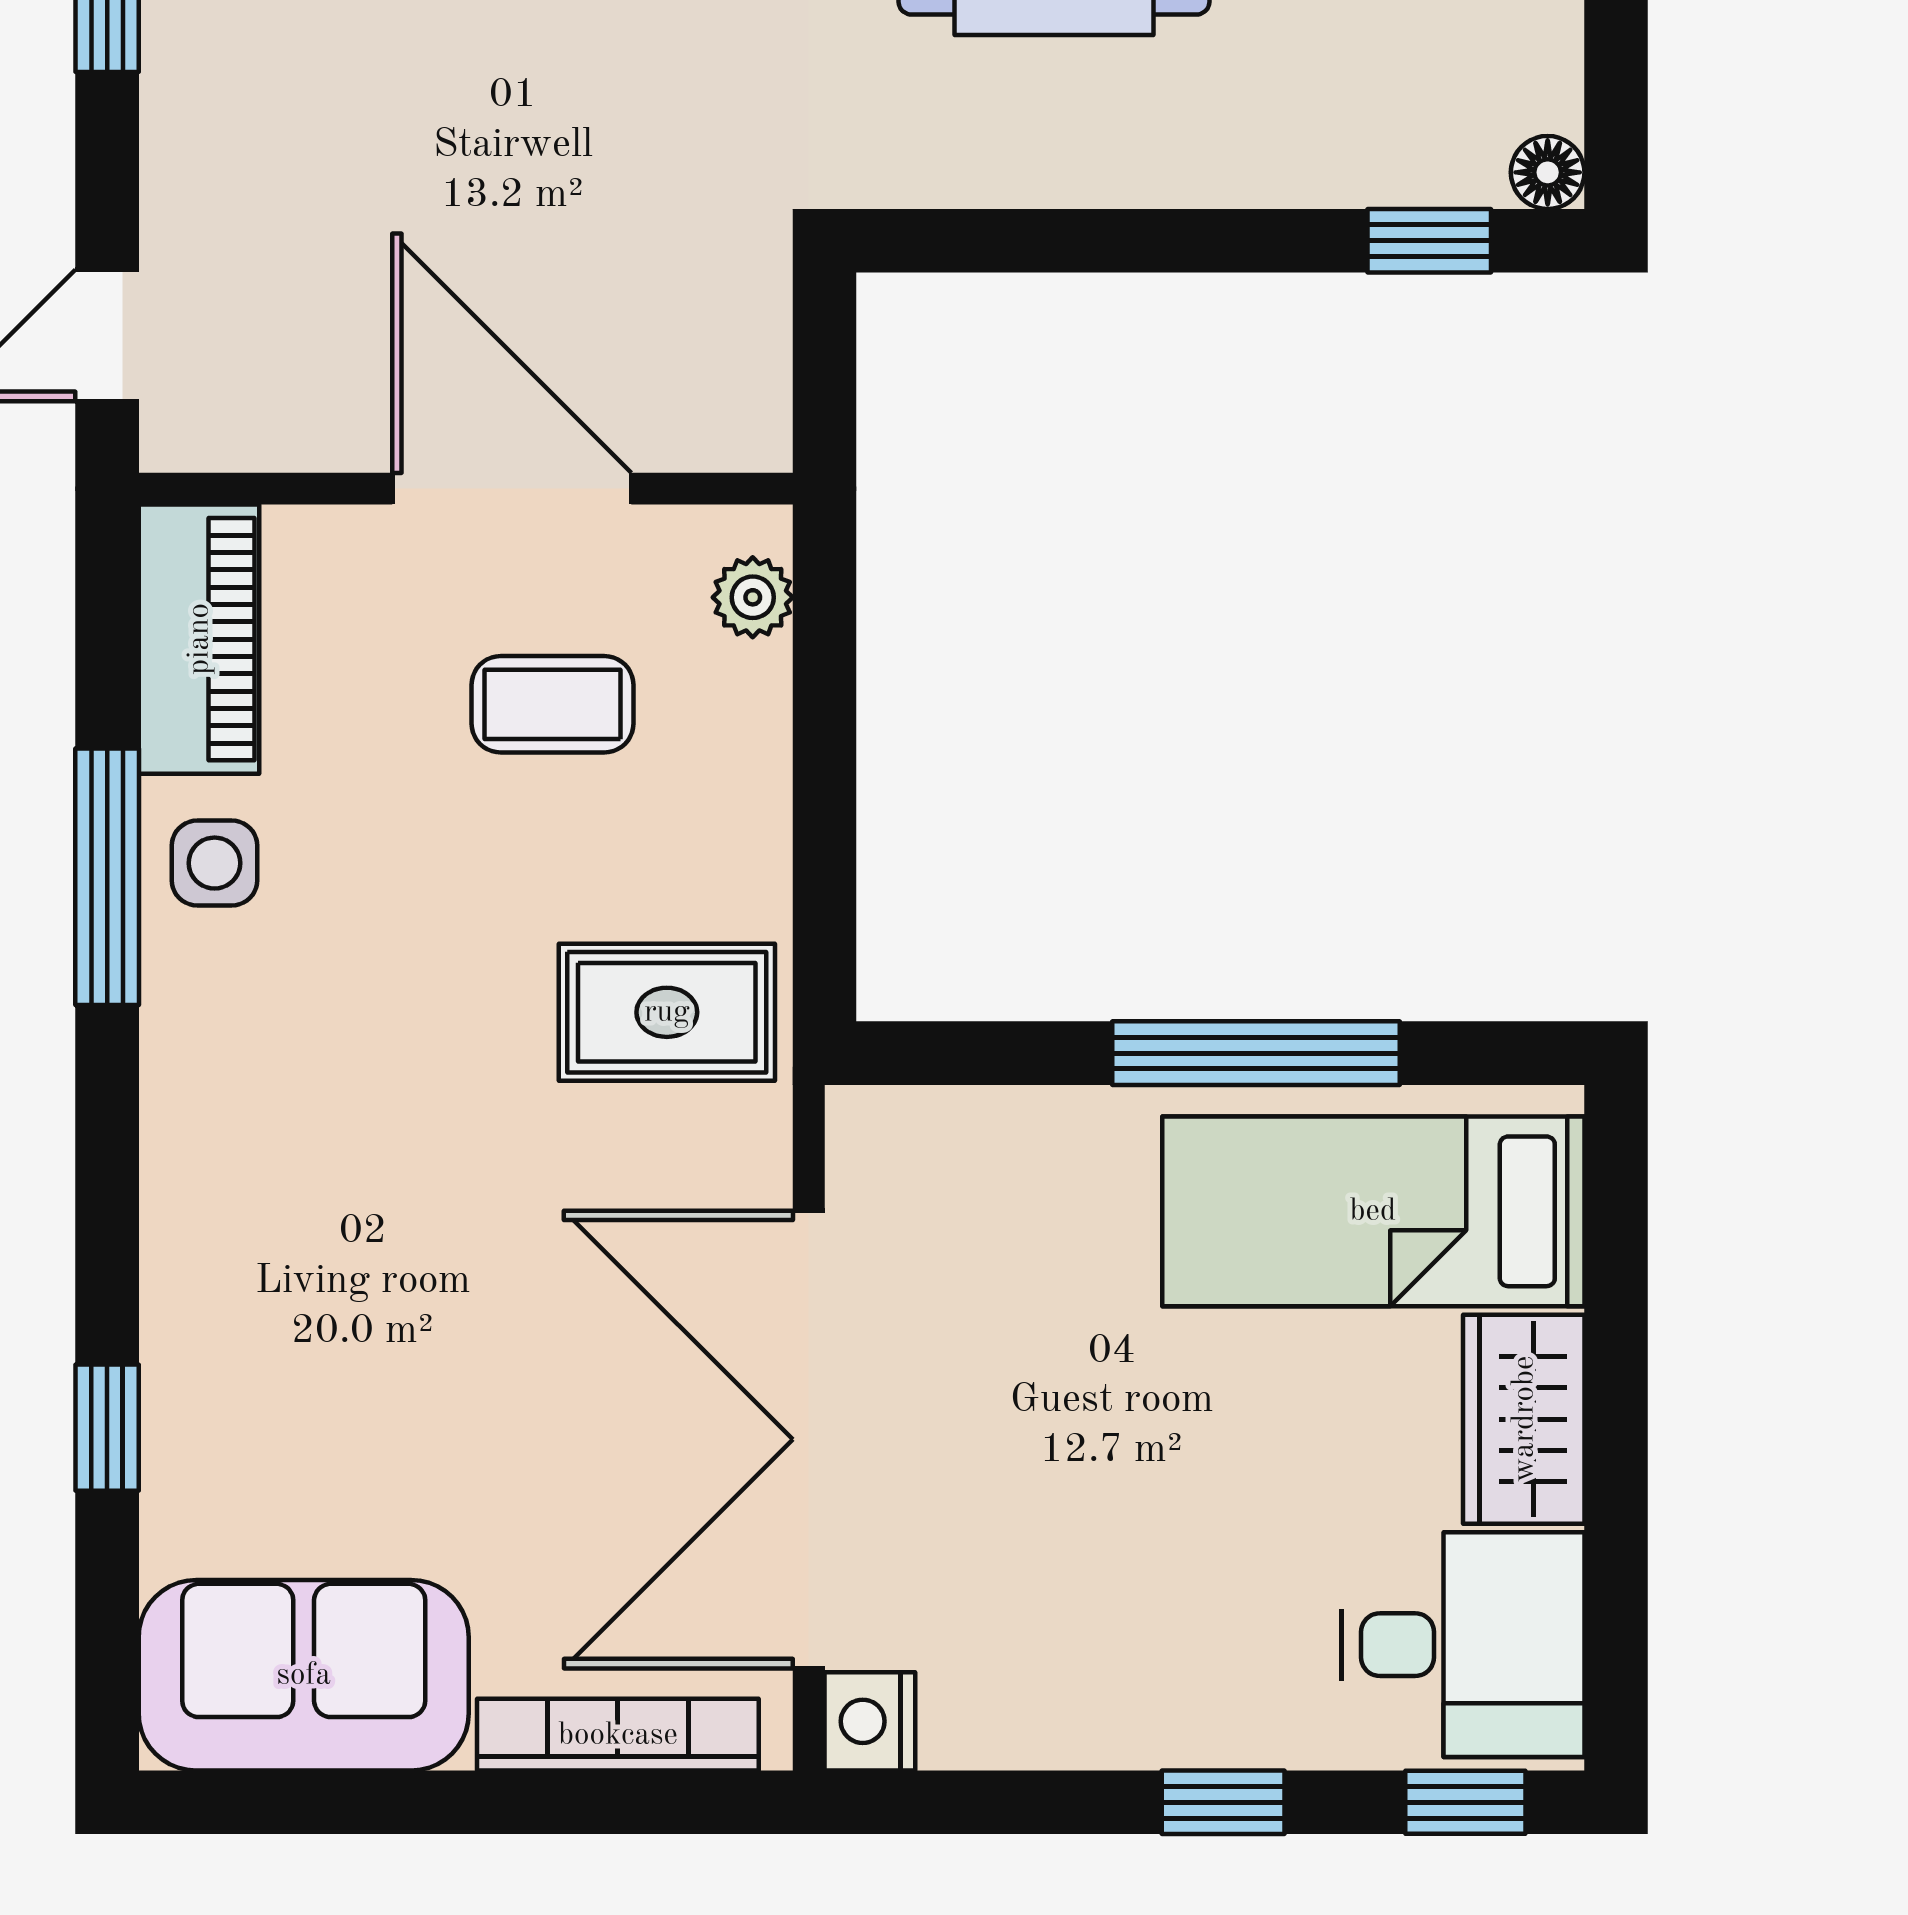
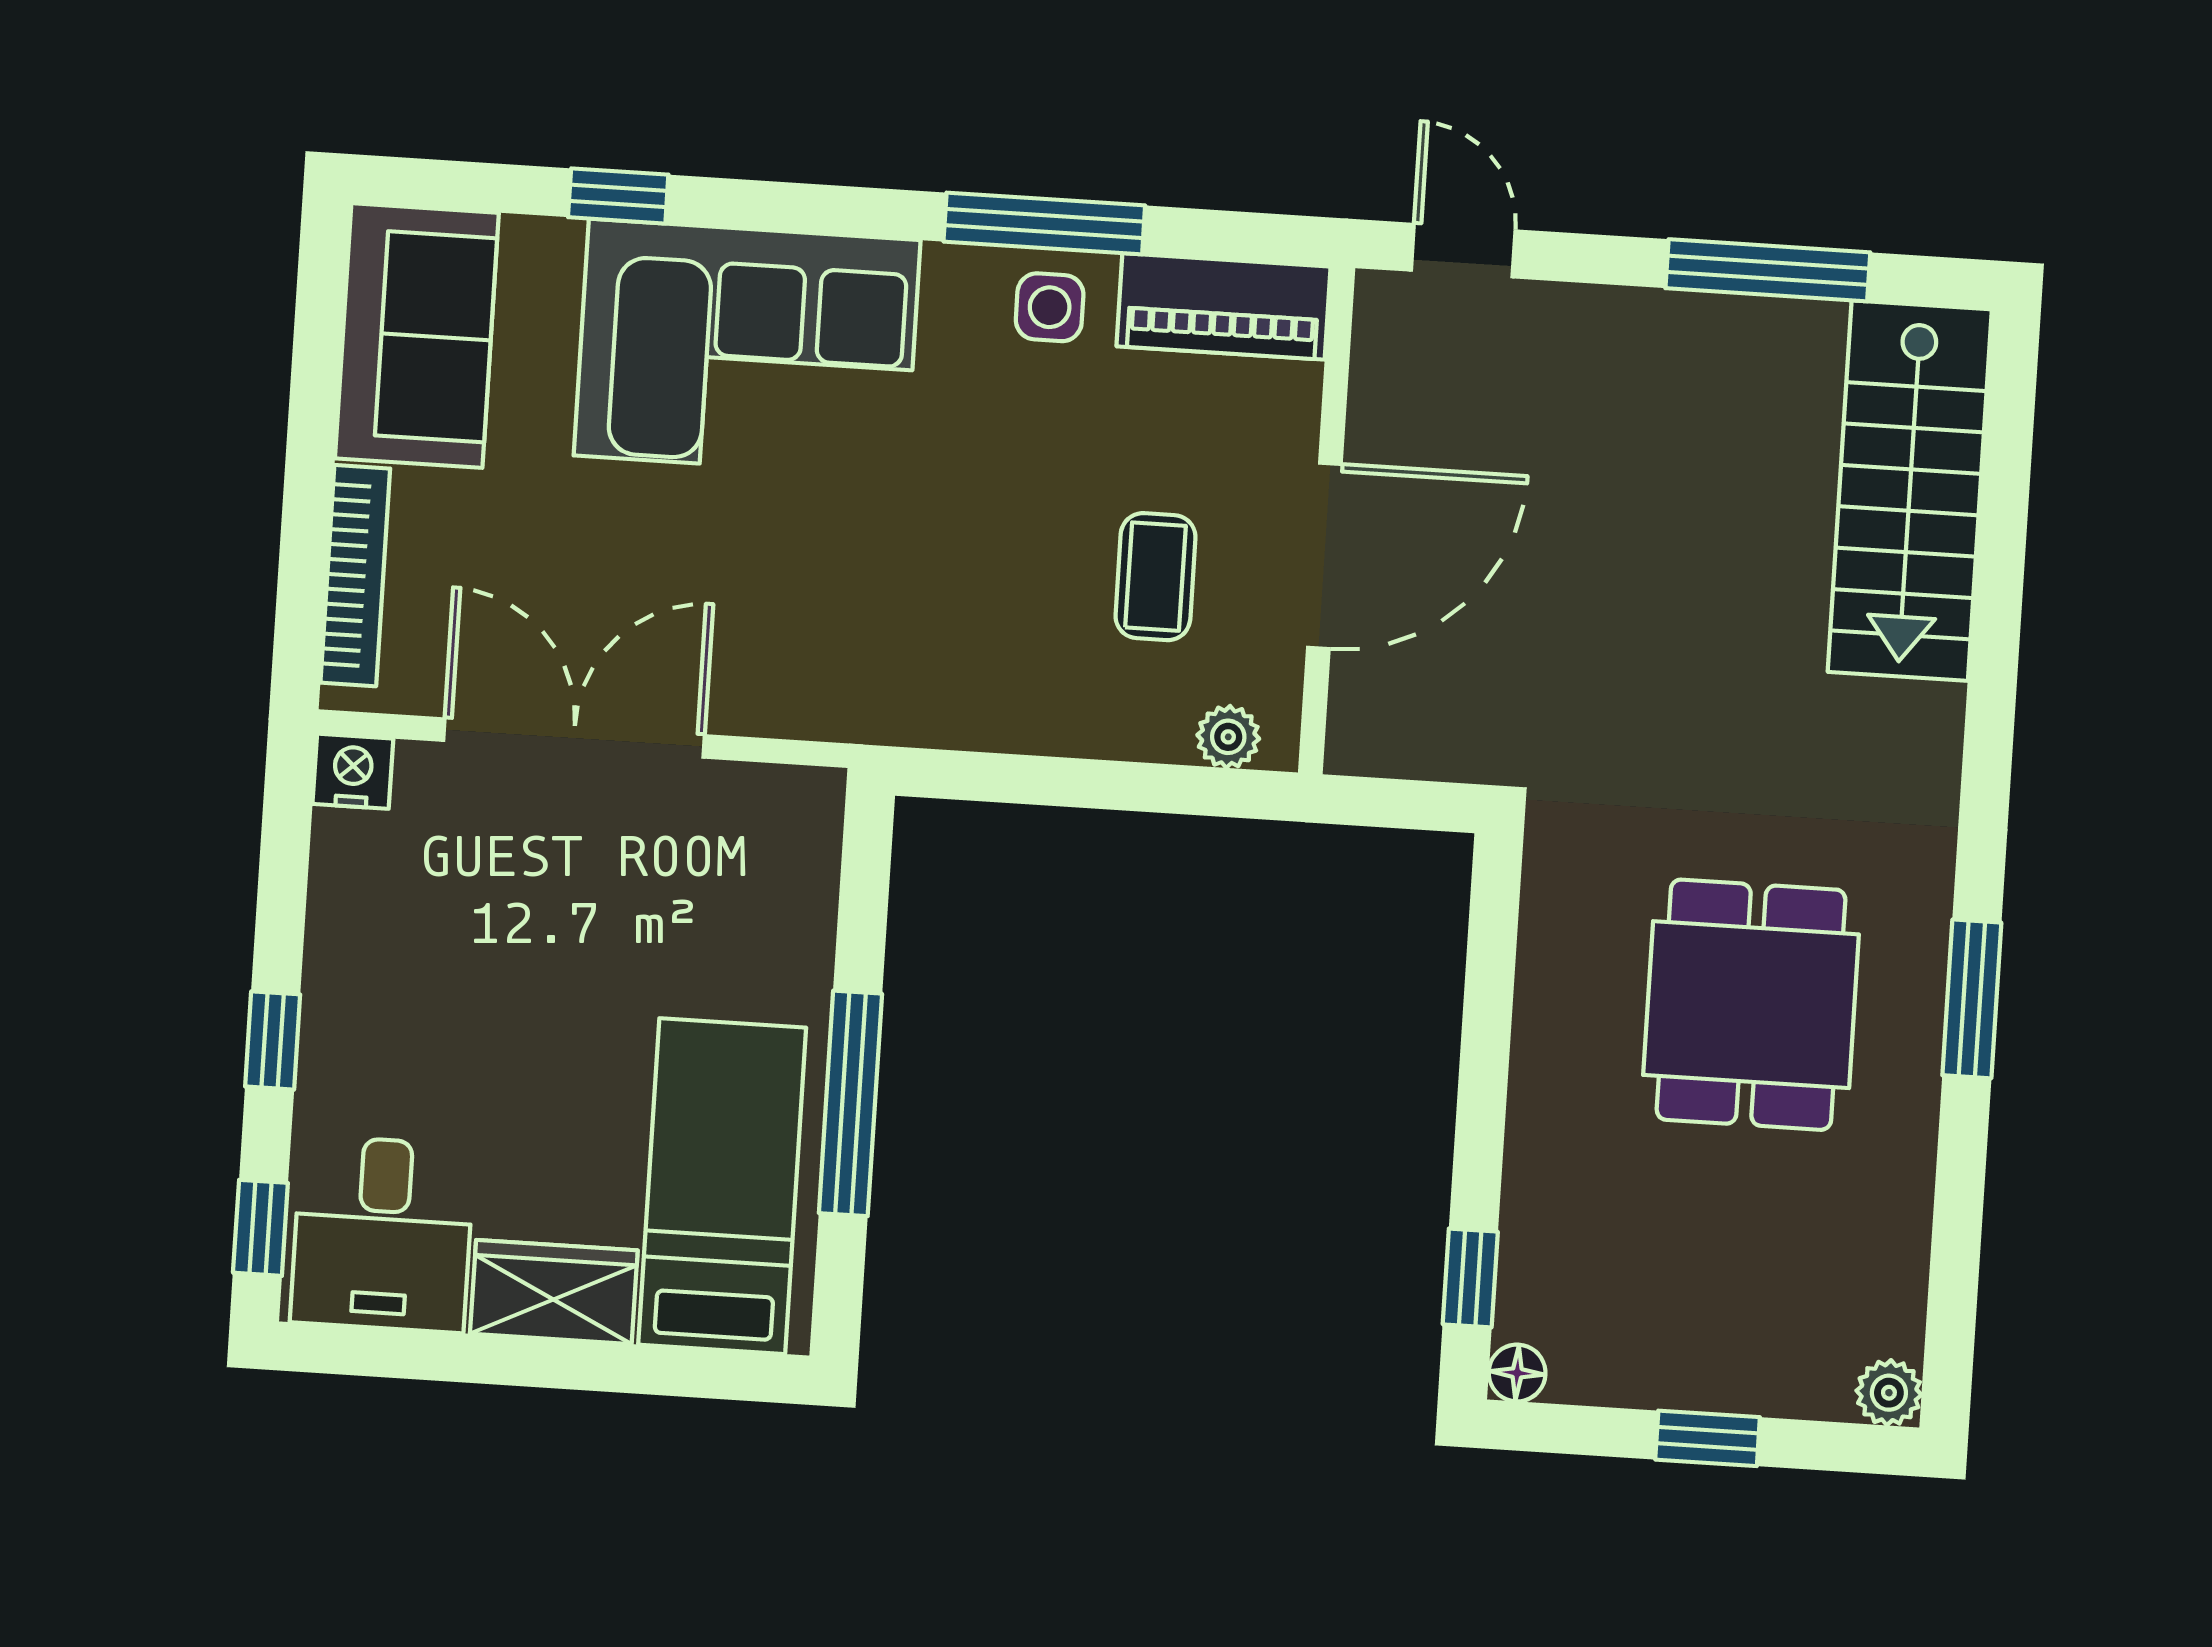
rug: (667, 1012) -> (912, 650), removed
corner sofa: (292, 1249) -> (747, 348), added
double door: (809, 1439) -> (574, 738), width x0.73

